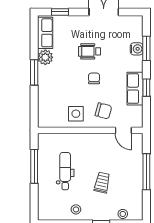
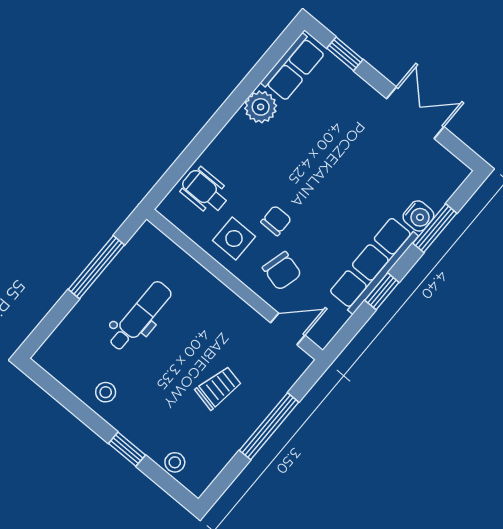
wheelchair: (89, 51) -> (205, 191), moved
window: (34, 72) -> (223, 116), removed
chair: (94, 78) -> (276, 221), moved
row of seats: (135, 89) -> (373, 265), width x1.48
door: (123, 130) -> (288, 329), swing flipped
trolley: (102, 183) -> (218, 388), moved

